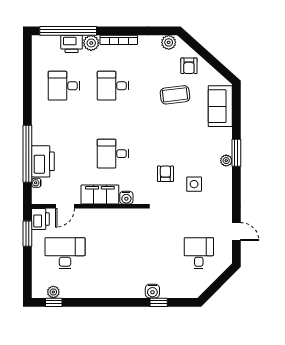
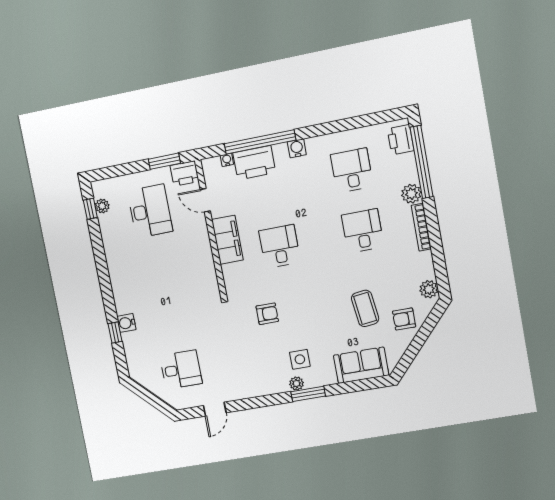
printer: (72, 44) -> (401, 140), moved
side table: (194, 184) -> (300, 359), moved
water cooler: (126, 198) -> (297, 148), moved, turned 90

